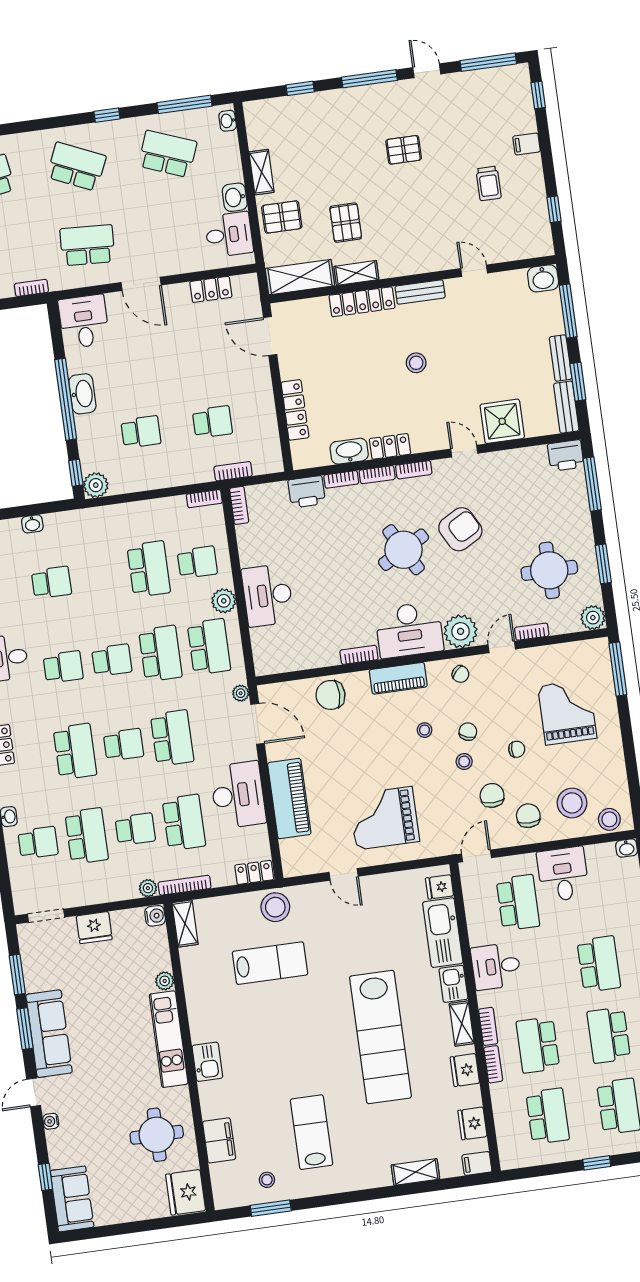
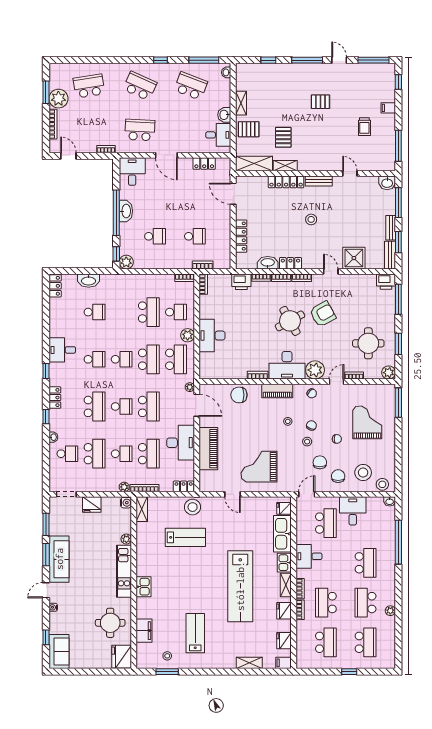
window: (554, 209) -> (398, 146), width x2.17
washbasin: (32, 524) -> (89, 281), width x1.91, depth x1.45

